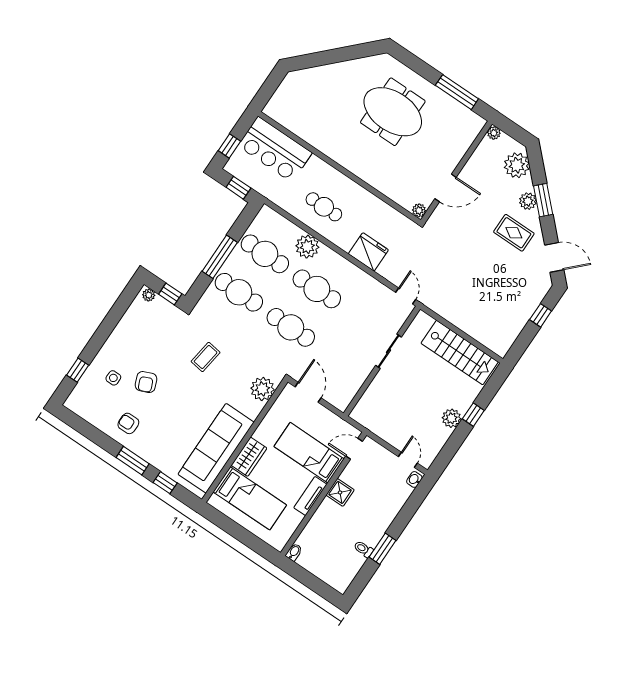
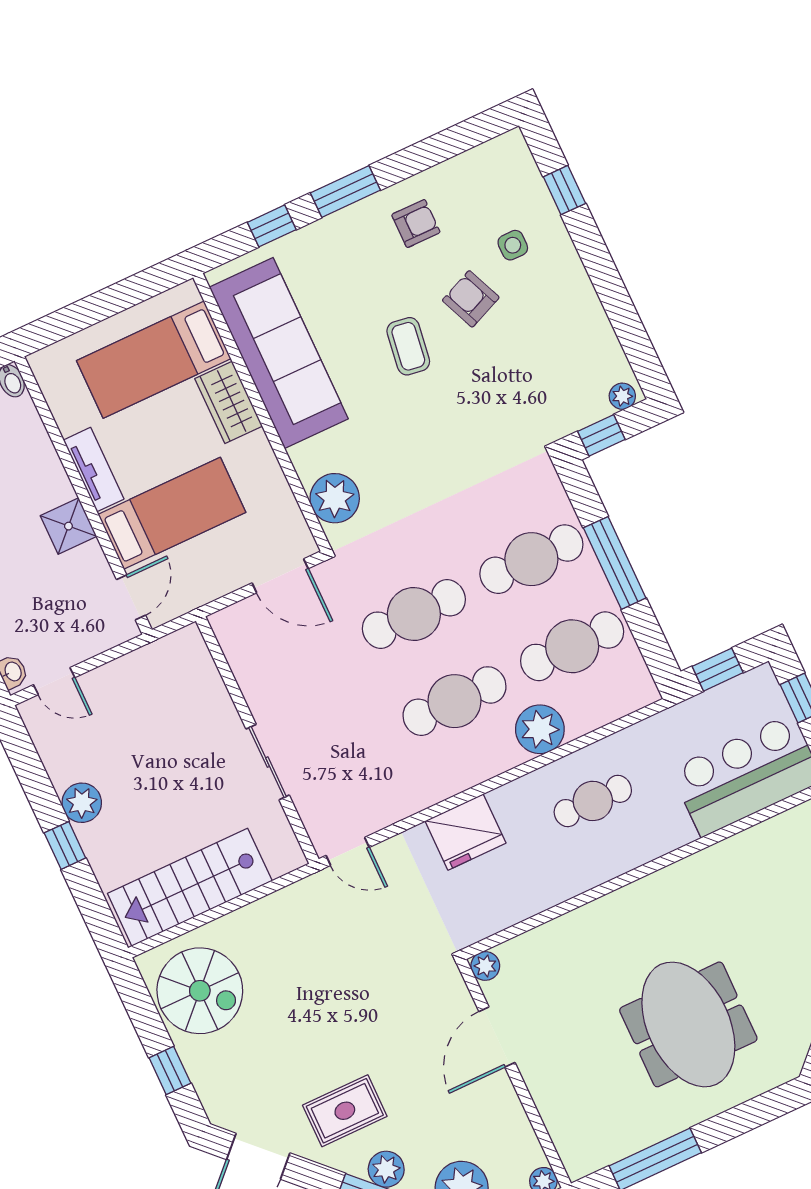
meeting table: (393, 112) -> (688, 1024), turned 90
spiral stairs: (500, 323) -> (200, 991), added
coffee table: (206, 357) -> (408, 346), moved

